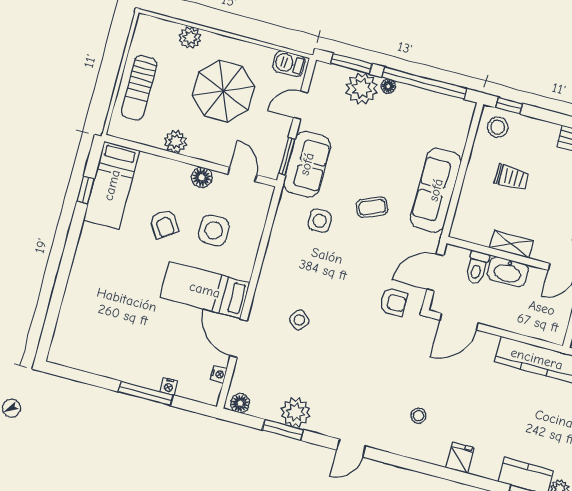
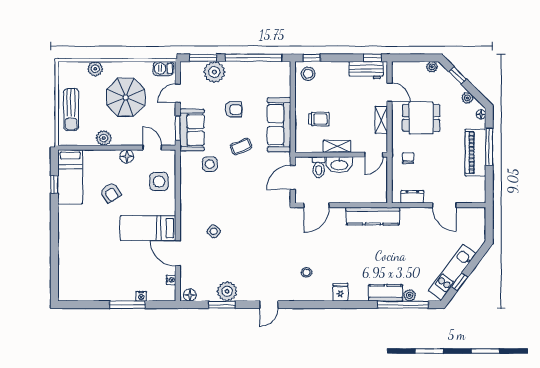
floor lamp: (388, 86) -> (231, 66), removed
trolley: (511, 177) -> (319, 119), moved
side table: (214, 230) -> (159, 181), moved
armchair: (393, 302) -> (234, 110), moved

